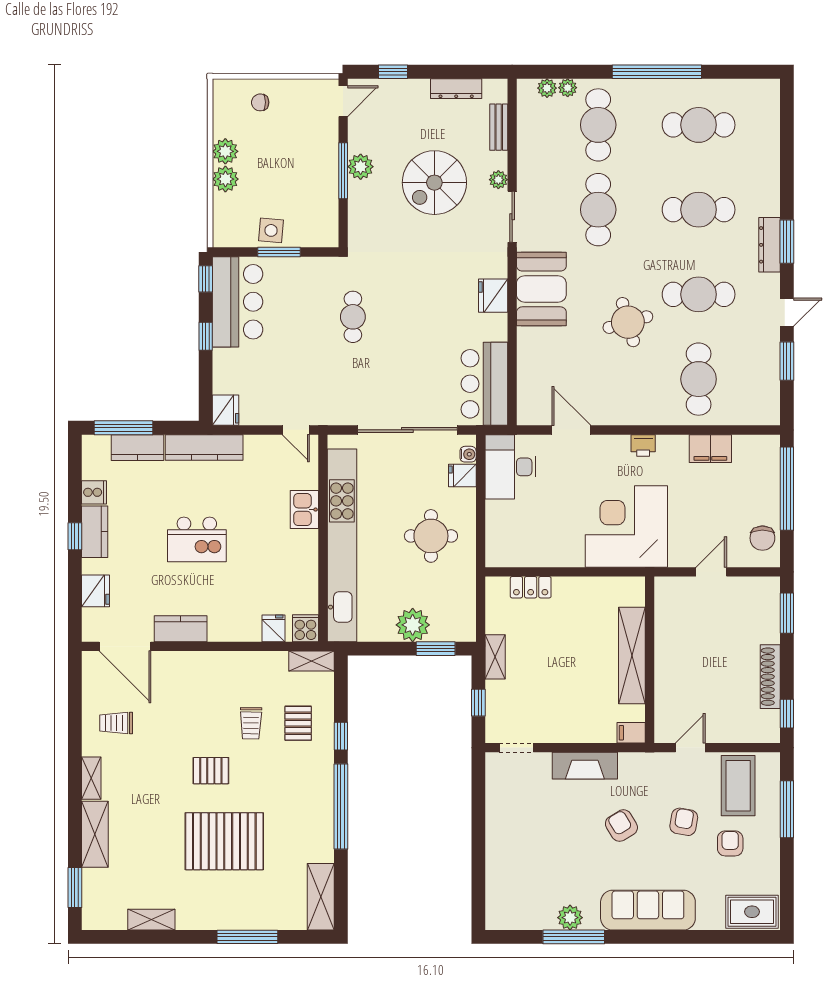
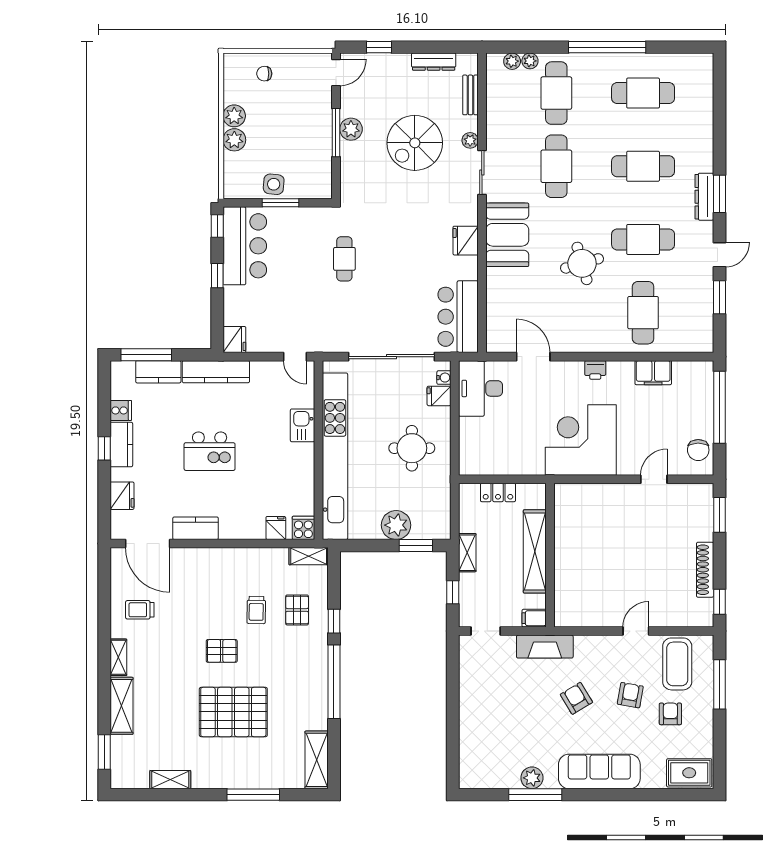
shelving: (632, 655) -> (535, 551), moved
wall: (650, 660) -> (550, 555), moved
filing cabinet: (631, 733) -> (534, 618), moved

